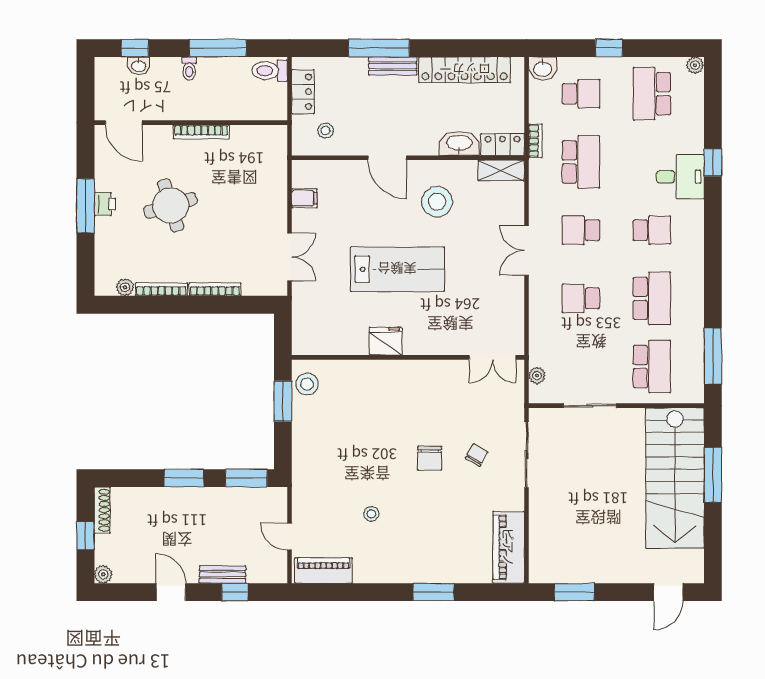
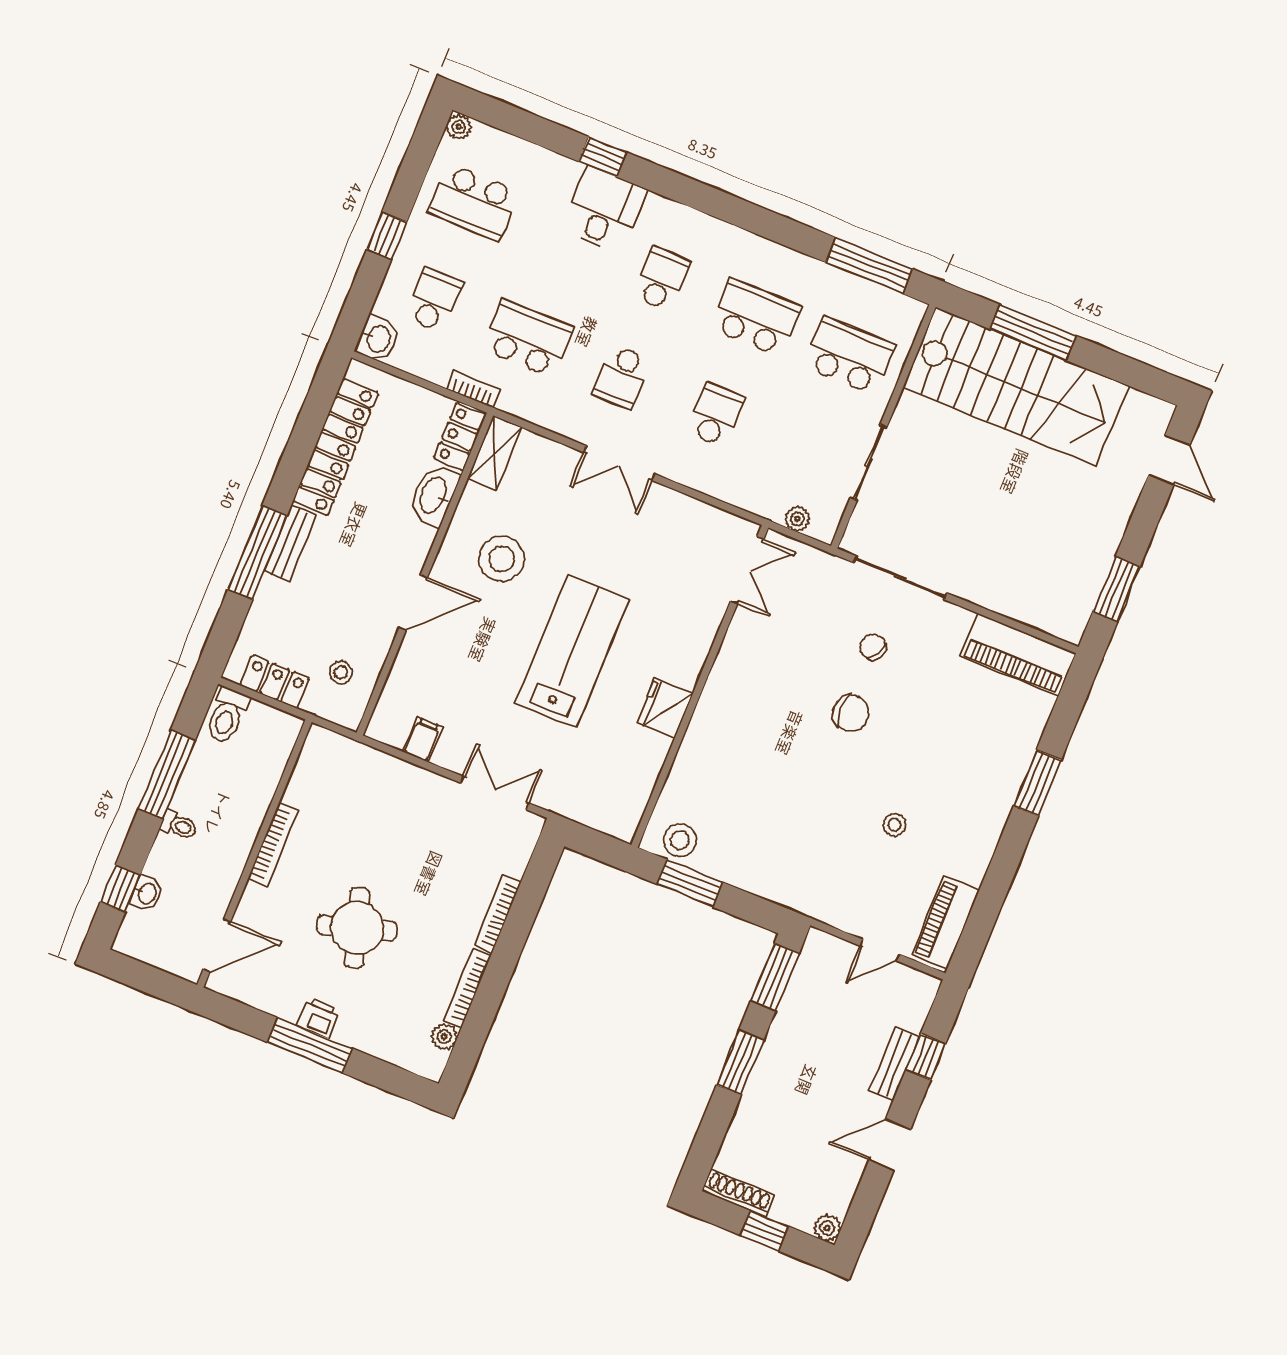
school desk: (581, 298) -> (716, 415), turned 180

